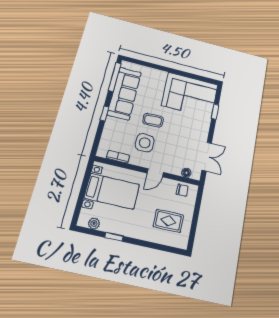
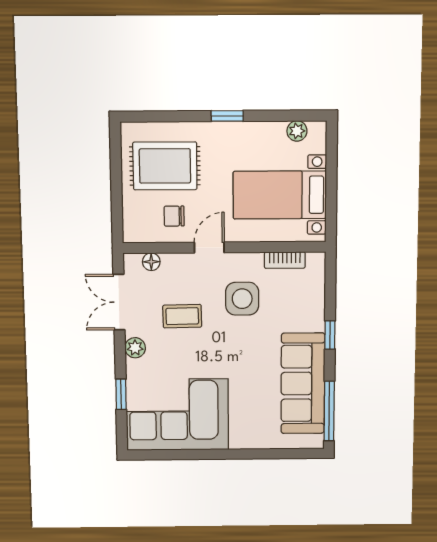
coffee table: (153, 120) -> (182, 316), moved
plant: (203, 132) -> (135, 348), added
chair: (182, 190) -> (174, 216), moved
rug: (168, 221) -> (165, 166), width x1.36, depth x1.43
window: (114, 237) -> (227, 116), moved

